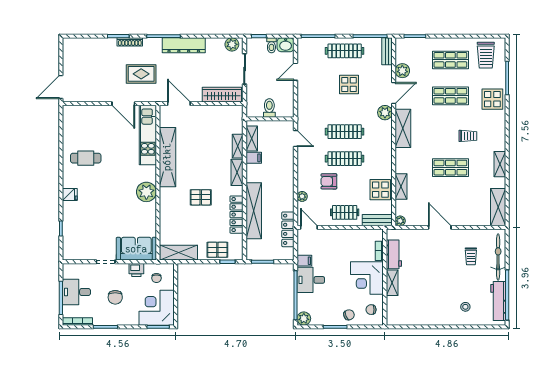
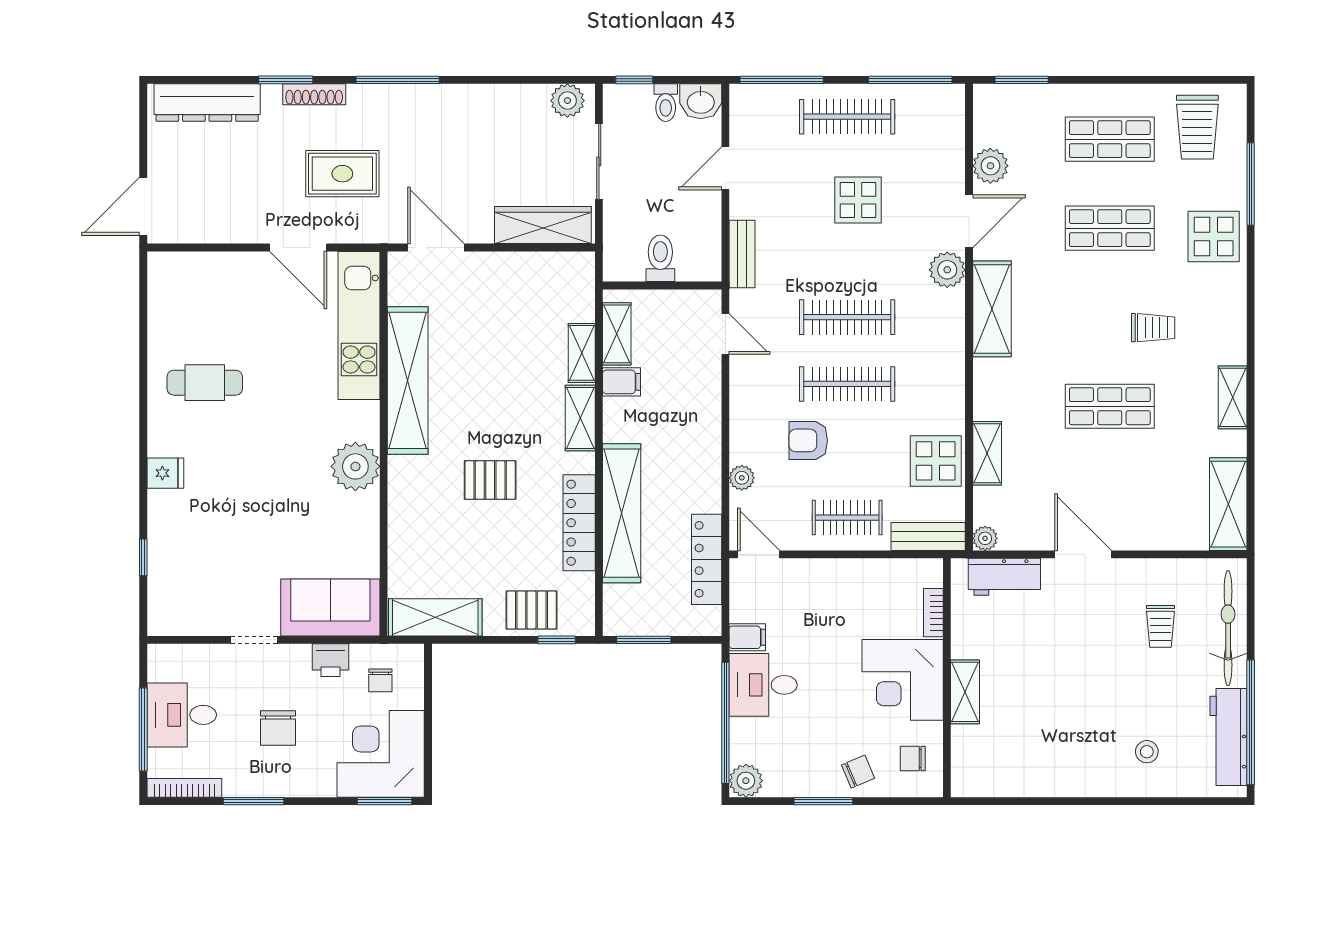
dresser: (184, 45) -> (207, 103), moved
bench: (387, 51) -> (742, 254), moved
workbench: (394, 254) -> (1004, 577), moved, turned 90

